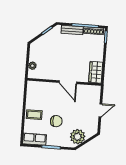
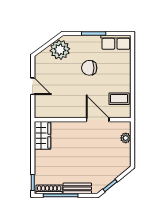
door: (68, 82) -> (98, 120), moved
door: (100, 110) -> (33, 86), swing flipped
coffee table: (34, 115) -> (119, 99), moved

